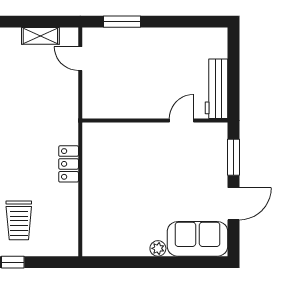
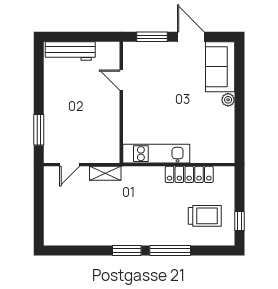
shelving: (40, 36) -> (105, 173), moved, turned 90
workbench: (216, 89) -> (70, 51), moved
kitchen unit: (93, 162) -> (156, 154), added
locker: (69, 164) -> (189, 174), moved, width x1.53

